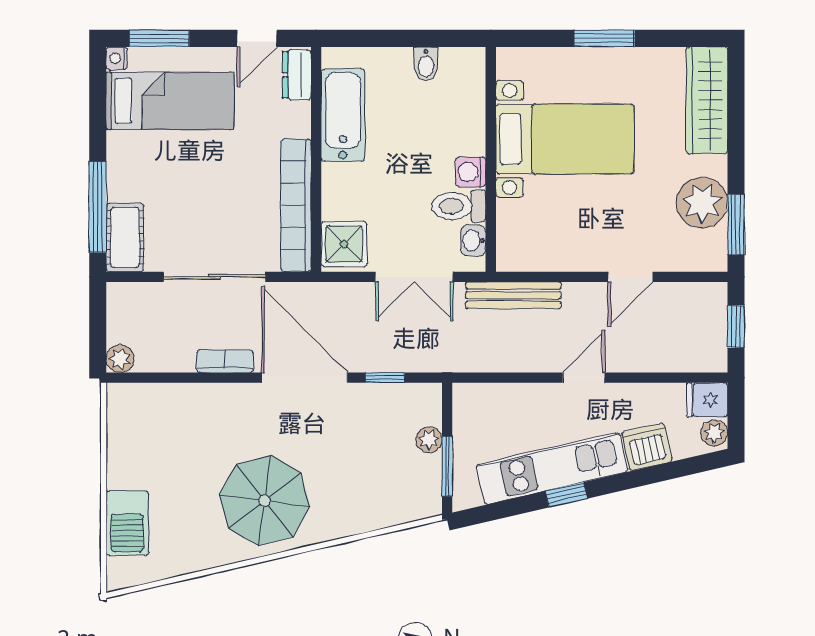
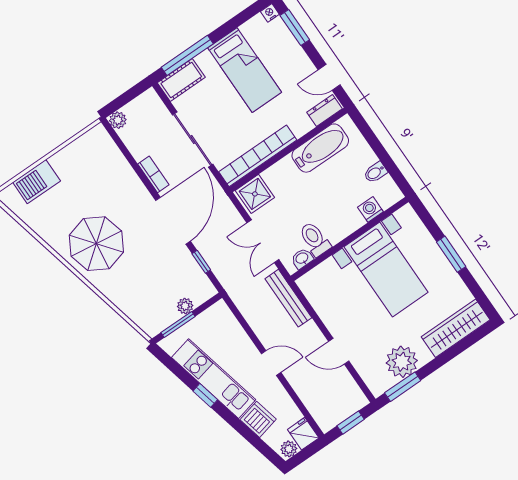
bed: (170, 101) -> (245, 70), moved
washing machine: (471, 172) -> (370, 209), moved

